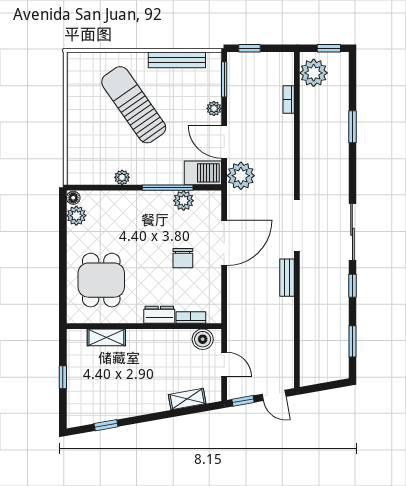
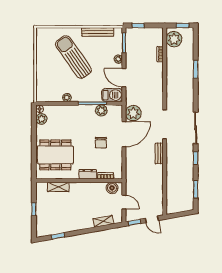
plant: (241, 176) -> (133, 113), moved
dining table: (101, 280) -> (55, 155), width x1.38

